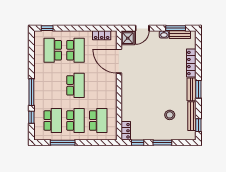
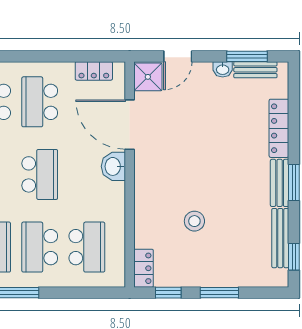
school desk: (75, 50) -> (40, 102), turned 180
washbasin: (111, 81) -> (113, 166), added
stool: (170, 115) -> (194, 221), moved
school desk: (75, 121) -> (40, 247), turned 180

